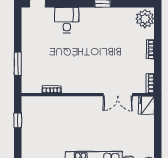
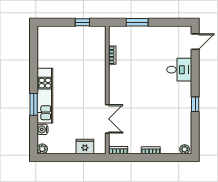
plant: (145, 19) -> (185, 149), width x0.53, depth x0.53
double door: (118, 95) -> (107, 119), swing flipped
fridge: (146, 105) -> (85, 147), moved

